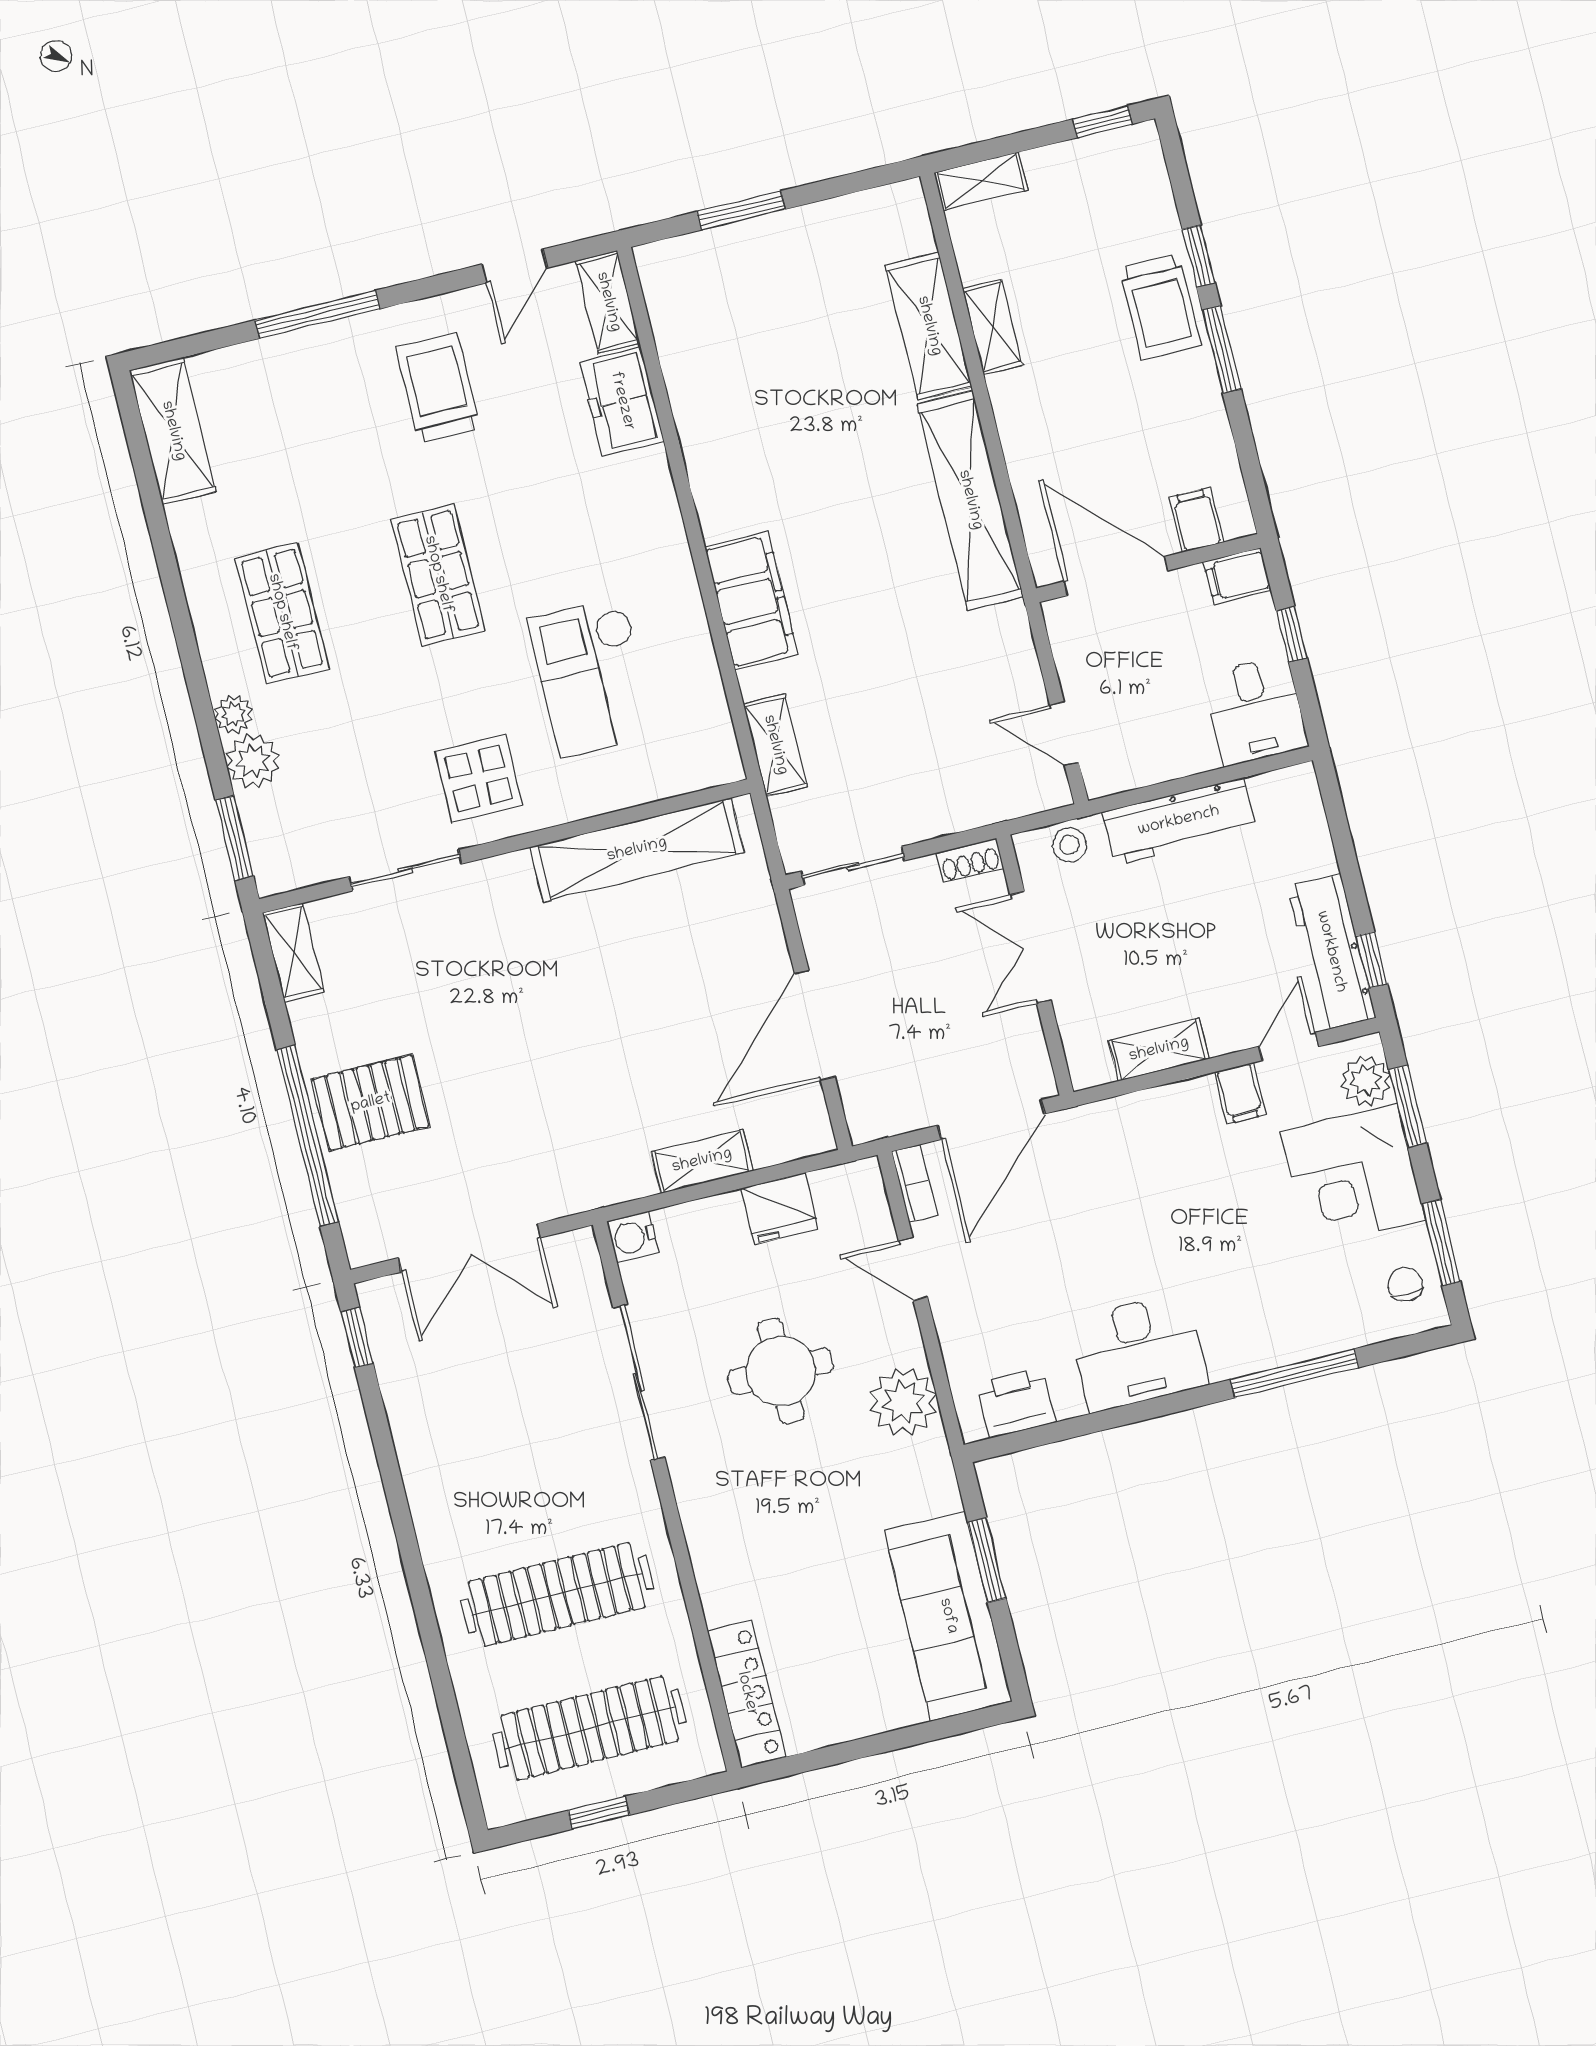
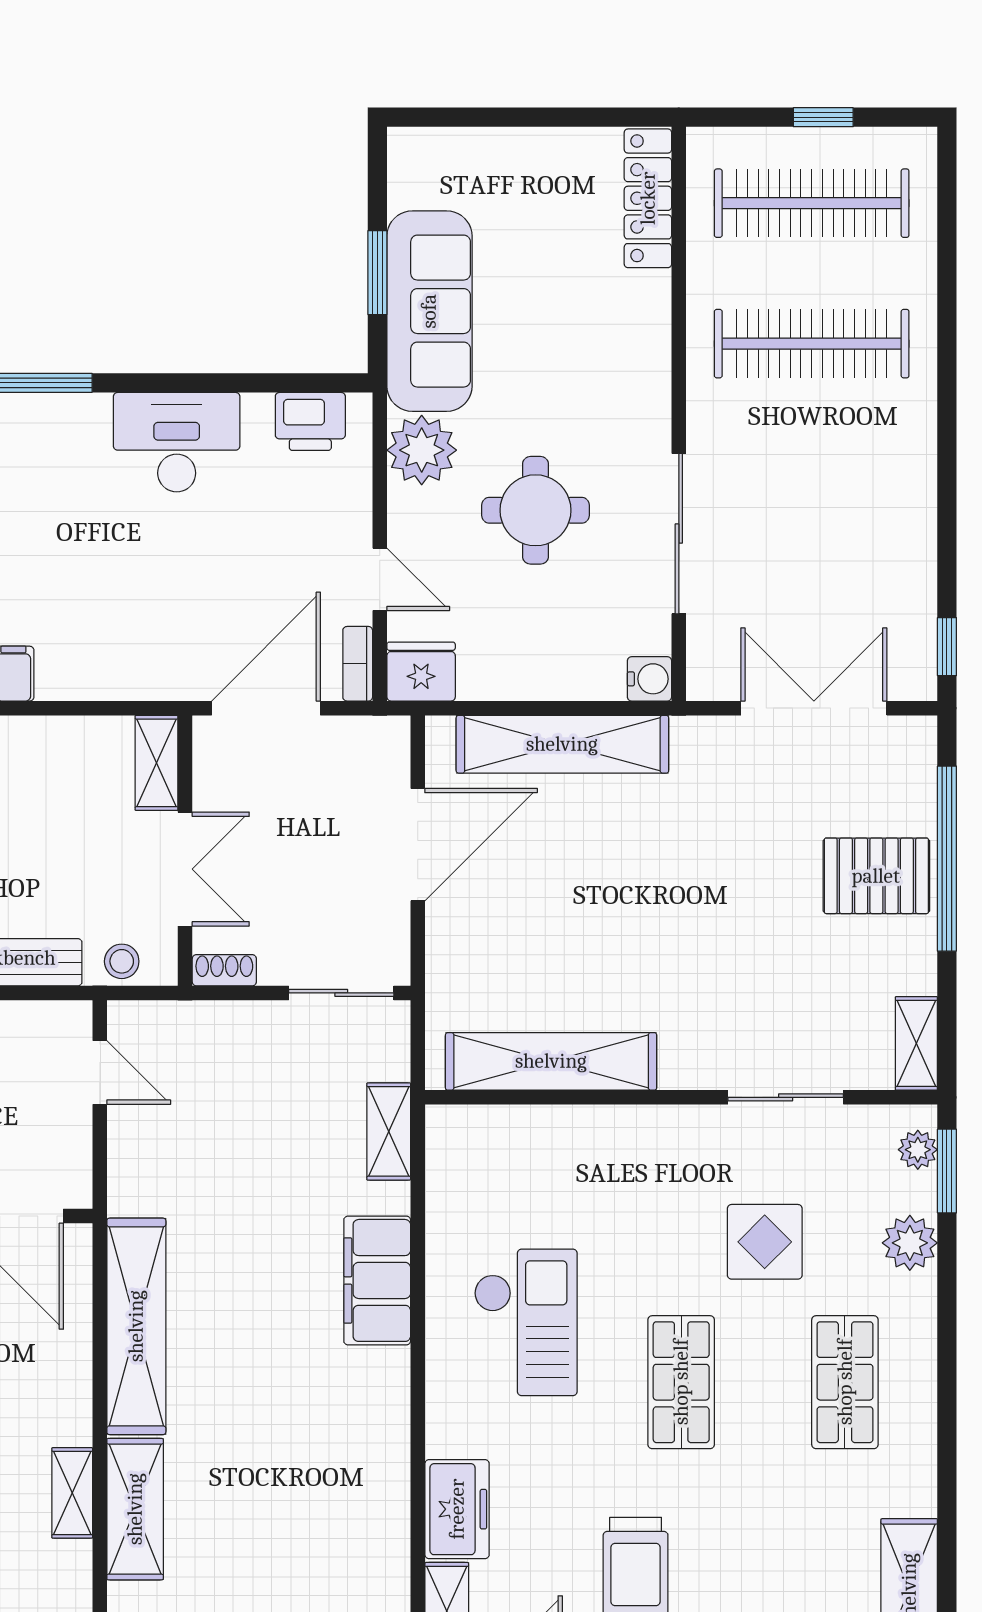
checkout: (592, 677) -> (526, 1322), moved
plant: (233, 714) -> (918, 1150), moved
display table: (479, 778) -> (765, 1242), moved
shelving: (1159, 1050) -> (157, 763), moved, turned 90
shelving: (702, 1161) -> (562, 744), width x2.20, depth x1.33
fridge: (780, 1208) -> (421, 672), moved
sofa: (948, 1616) -> (429, 311), moved

